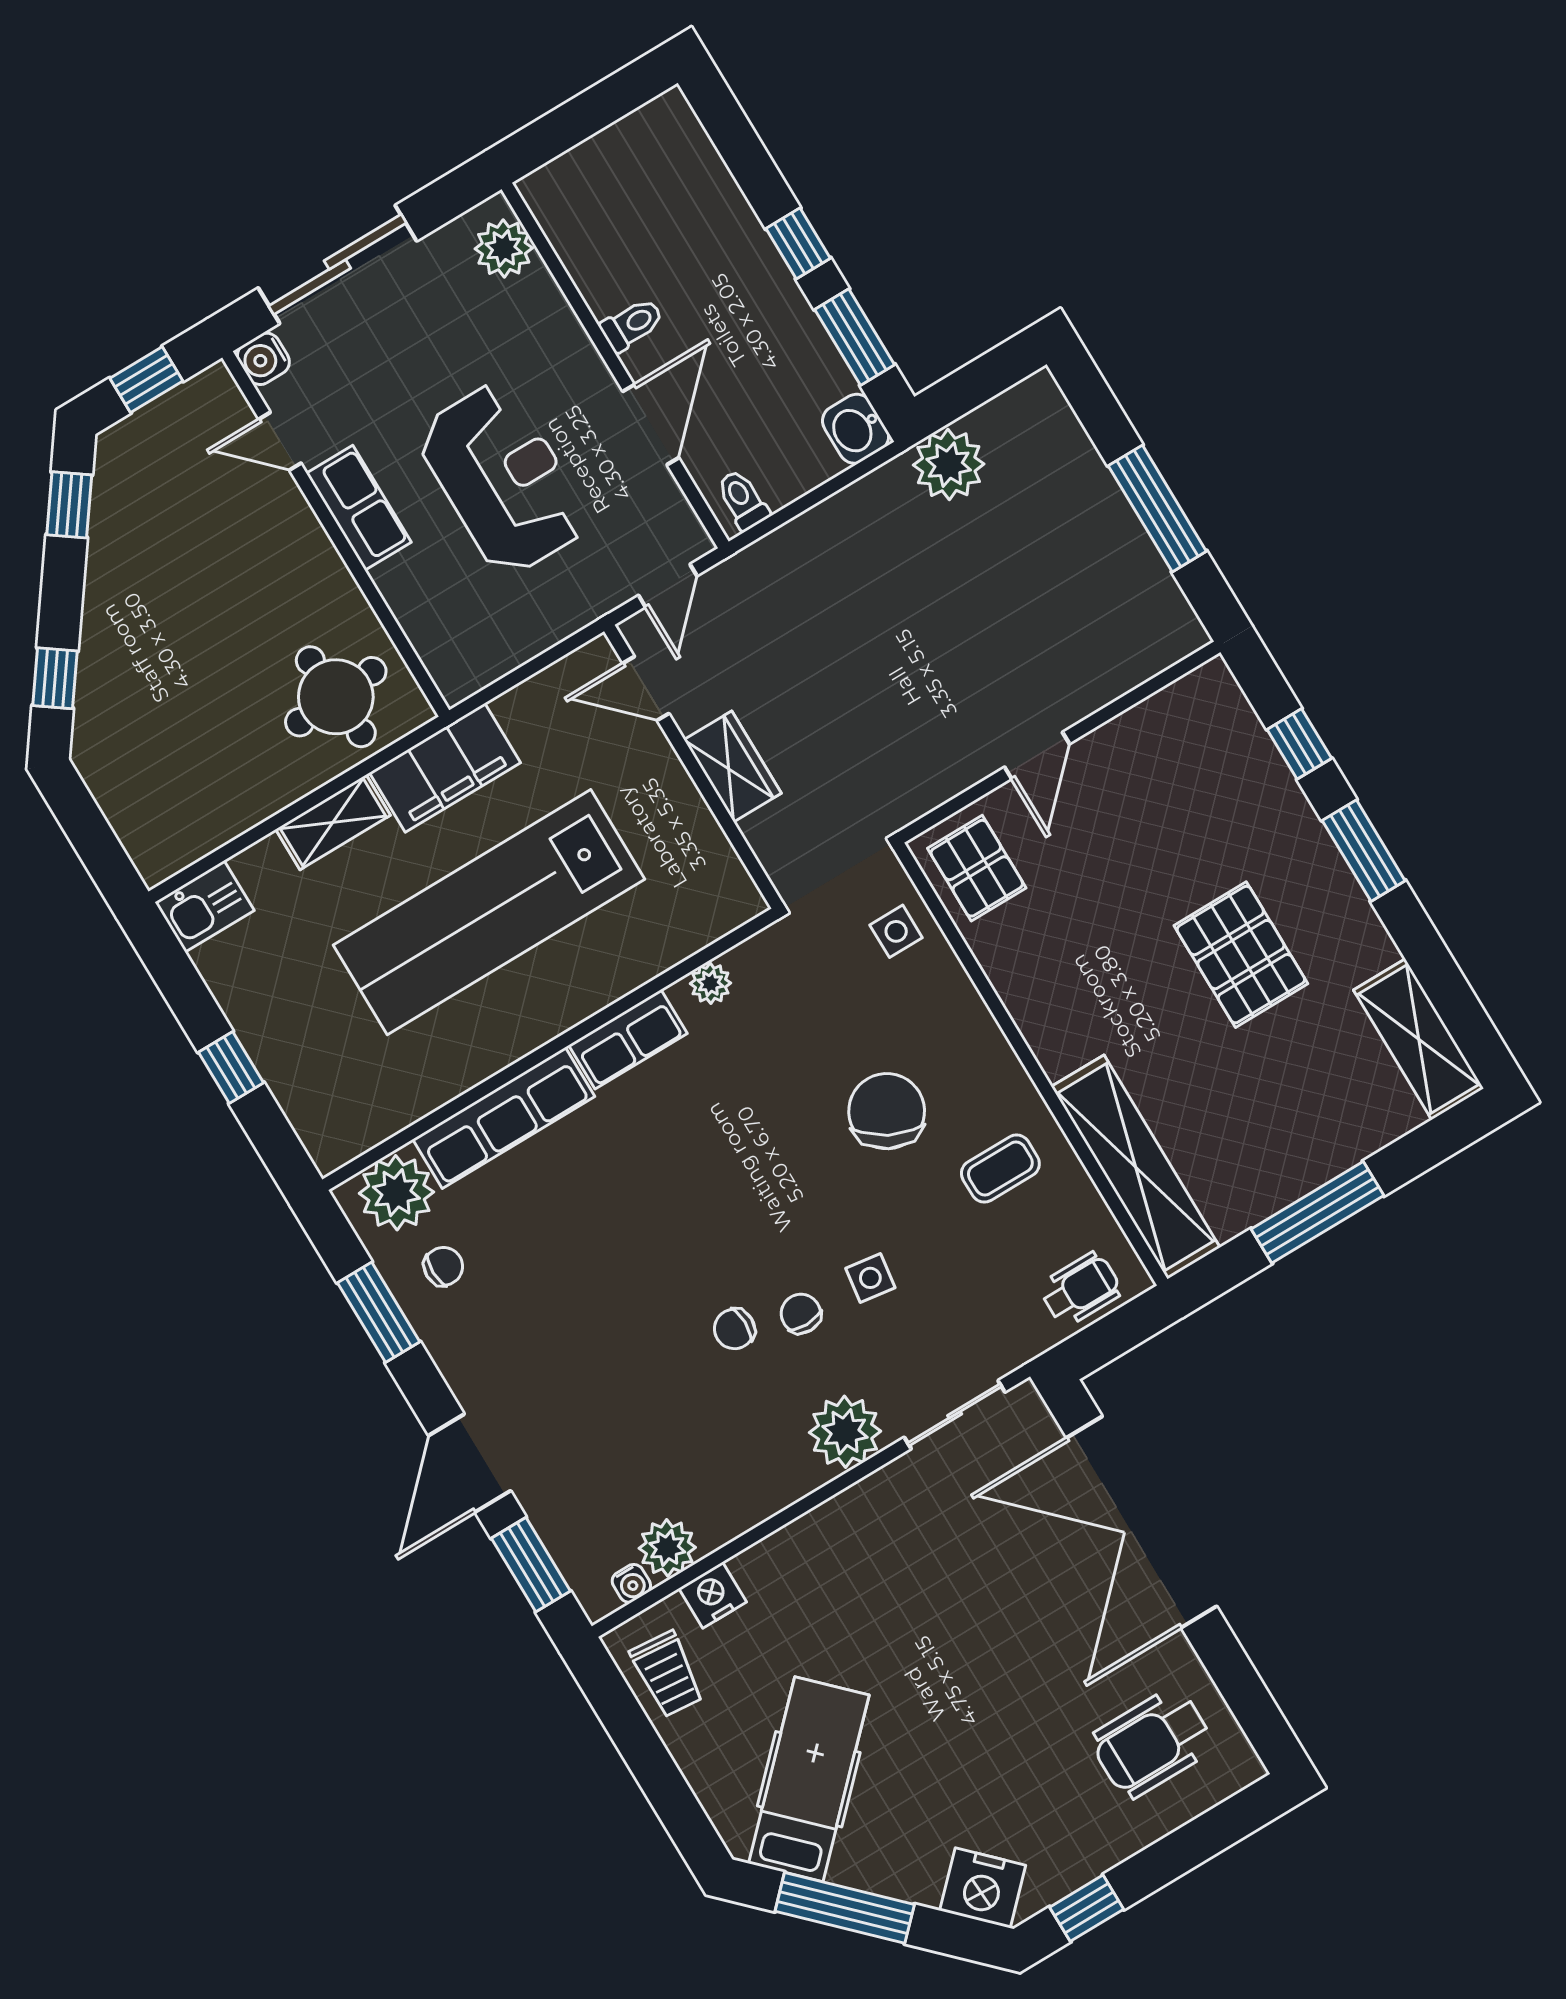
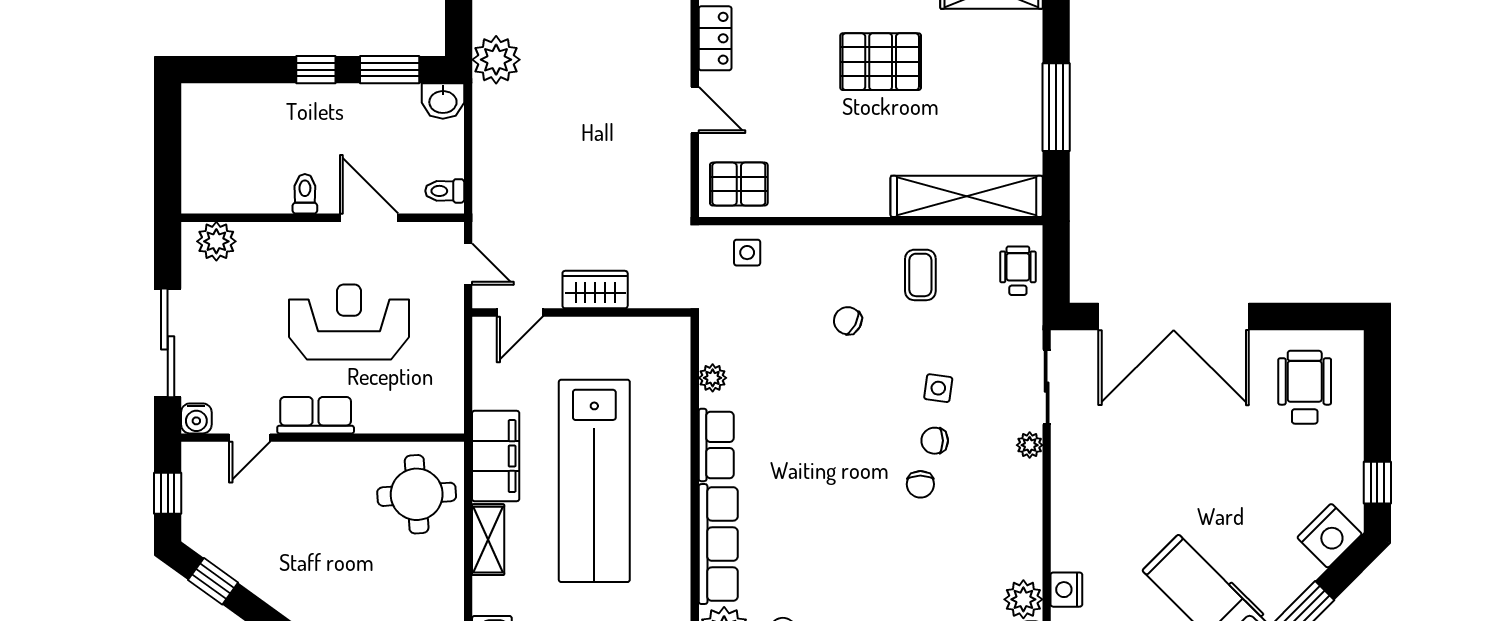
locker: (1144, 726) -> (715, 38), added
chair: (887, 1111) -> (848, 321), width x0.54, depth x0.54
plant: (845, 1432) -> (1030, 445), width x0.53, depth x0.53
wheelchair: (1152, 1743) -> (1305, 387), turned 180

